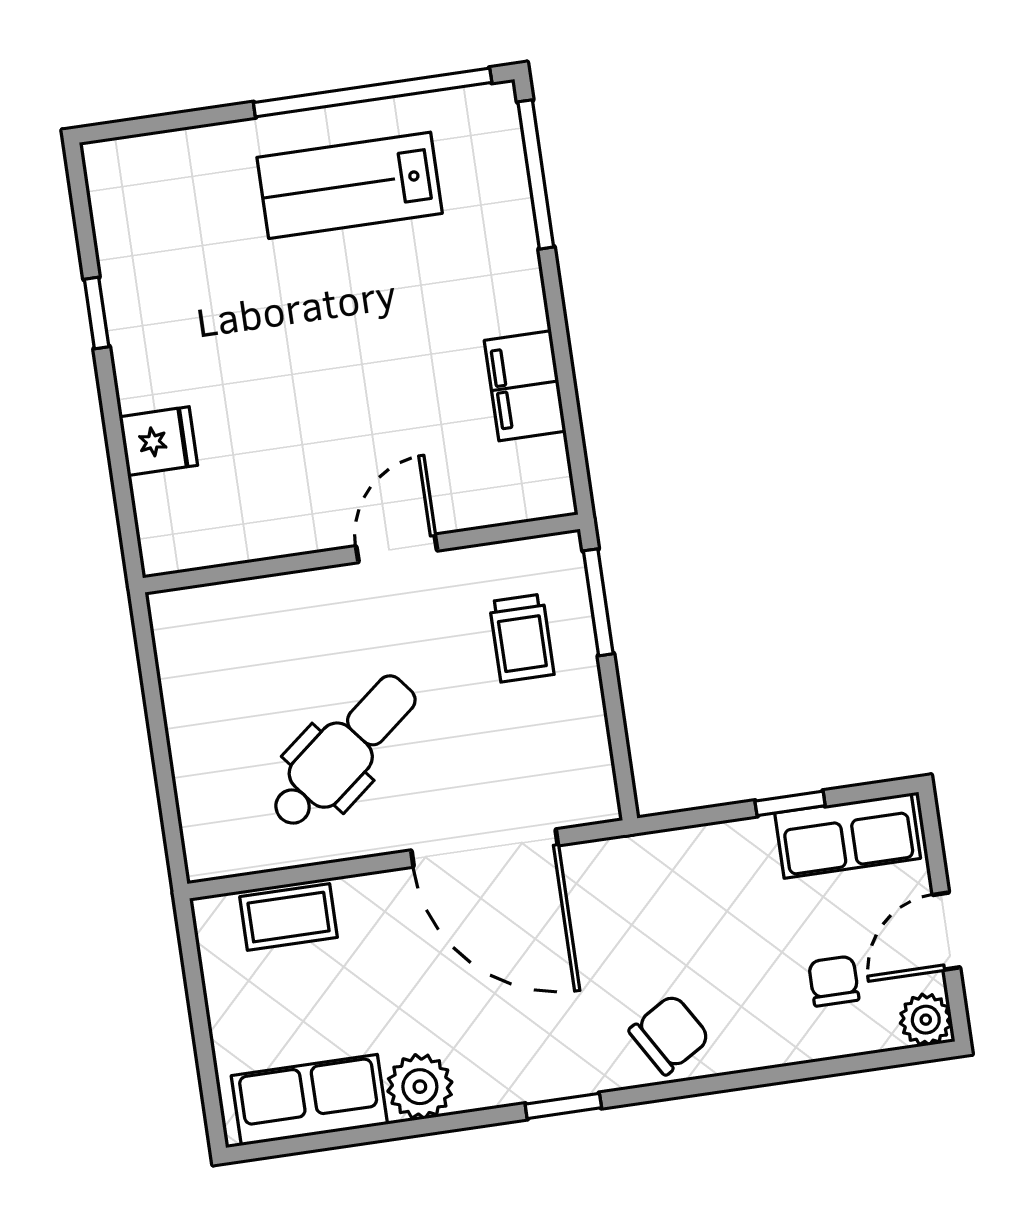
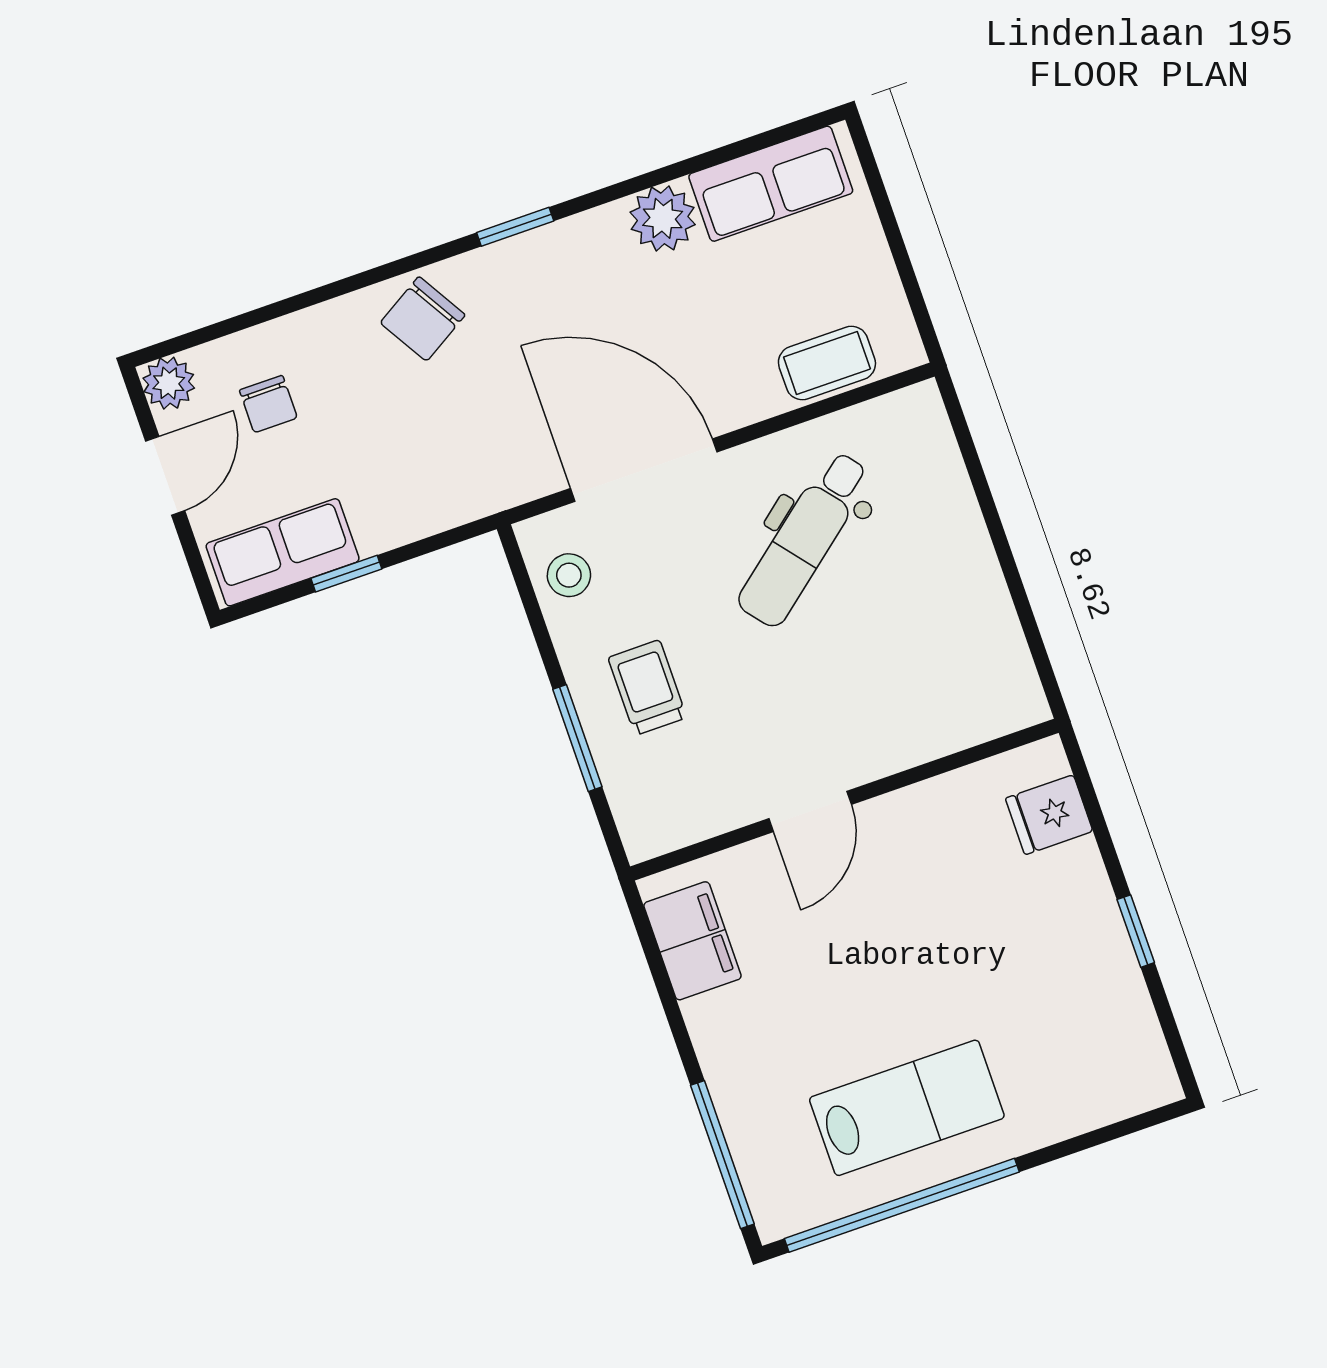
door: (397, 548) -> (810, 812), moved
wall: (361, 554) -> (844, 800), moved
stool: (576, 761) -> (569, 575), added

